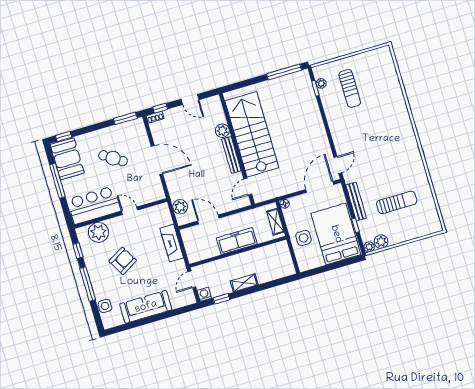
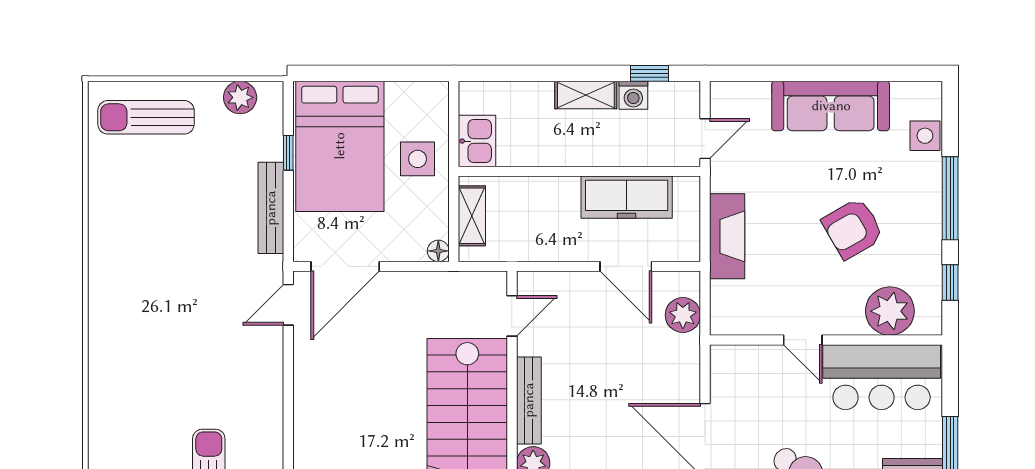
sun lounger: (397, 202) -> (146, 117), moved
freezer: (237, 241) -> (627, 197), moved
plant: (369, 247) -> (271, 93), removed
kitchen sink: (282, 252) -> (477, 141), added
washing machine: (204, 294) -> (633, 95), moved

